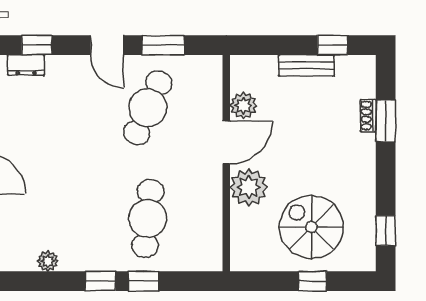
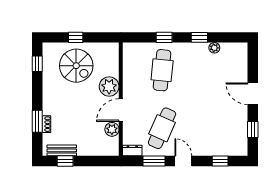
dresser: (26, 65) -> (132, 151), moved
bench: (306, 65) -> (62, 150), moved
window: (100, 281) -> (199, 37), moved

